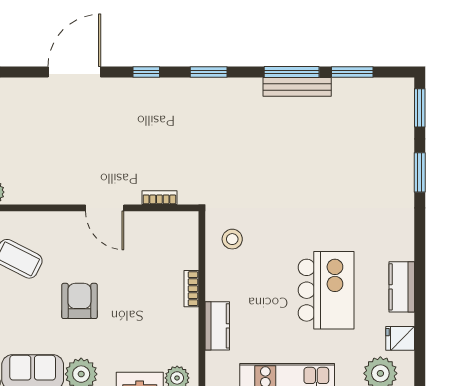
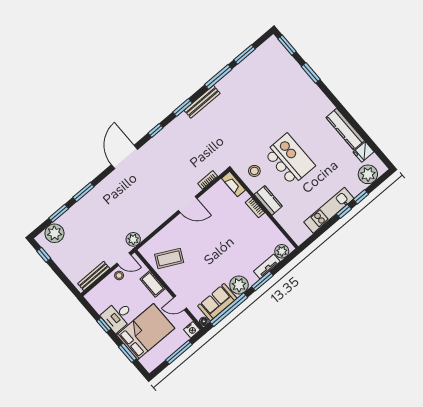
bench: (297, 87) -> (202, 102), moved
fireplace: (189, 233) -> (234, 184), added
kitchen counter: (402, 287) -> (345, 129), width x1.50
kitchen island: (326, 290) -> (290, 159), moved
armchair: (79, 301) -> (211, 254), removed
kitchen counter: (217, 326) -> (268, 200), moved

